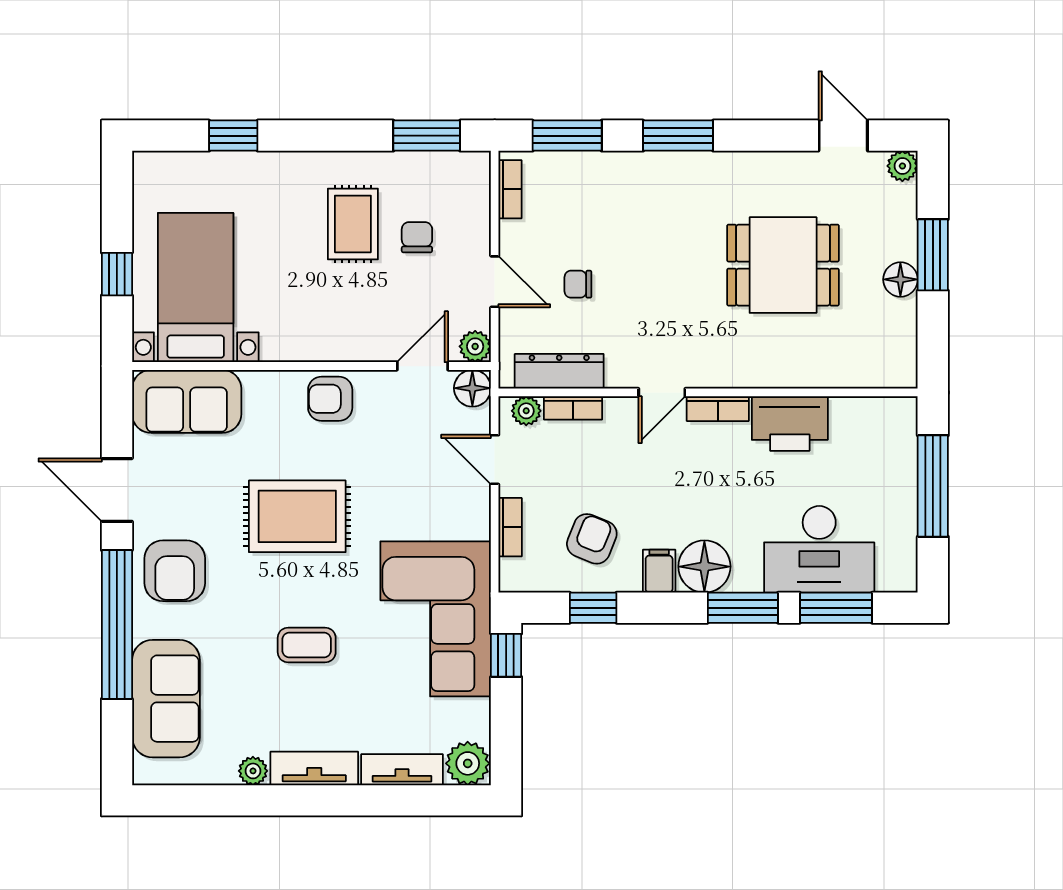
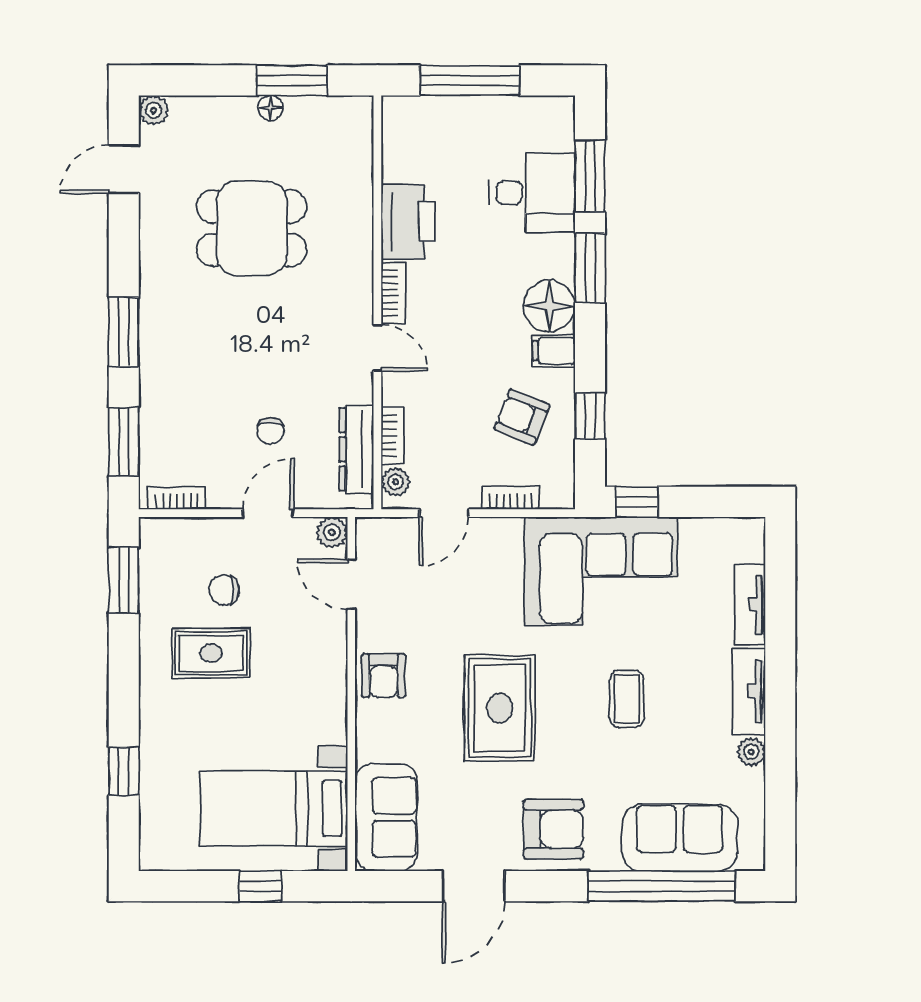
window: (933, 255) -> (292, 80), moved
dining table: (783, 265) -> (252, 228), turned 90
floor lamp: (900, 279) -> (270, 108), width x0.73, depth x0.73
floor lamp: (472, 388) -> (373, 535), removed
desk: (819, 549) -> (532, 193), width x0.73
window: (117, 624) -> (662, 886), moved
plant: (468, 763) -> (744, 540), removed

